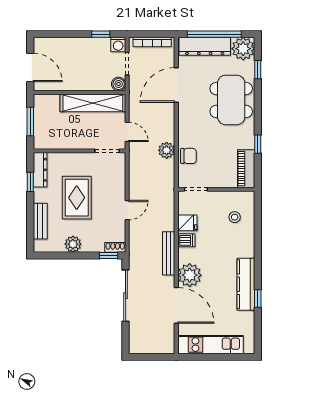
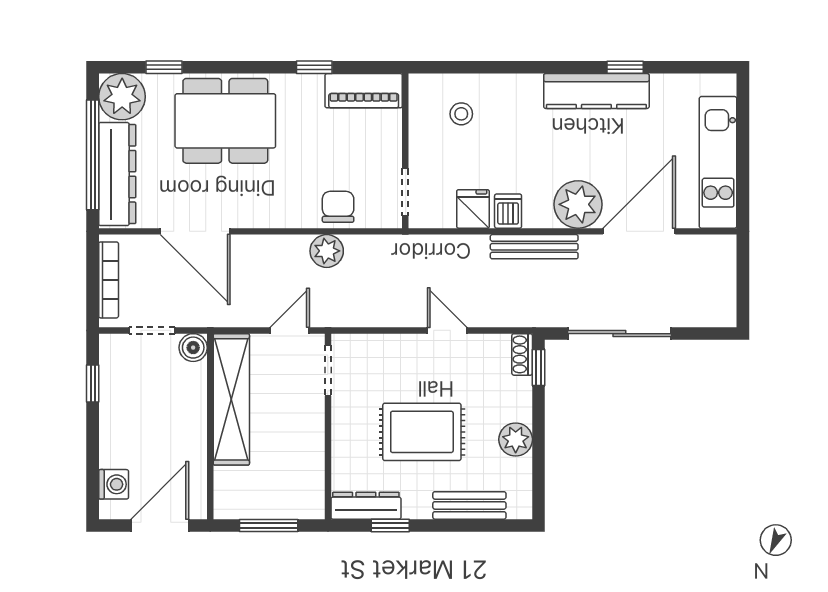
washing machine: (118, 45) -> (114, 484), moved

